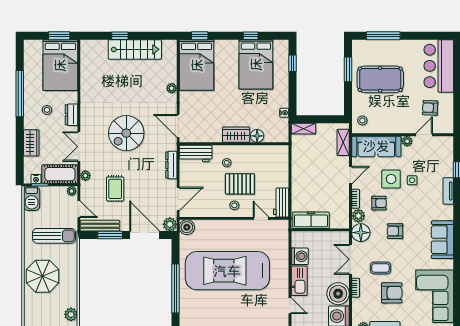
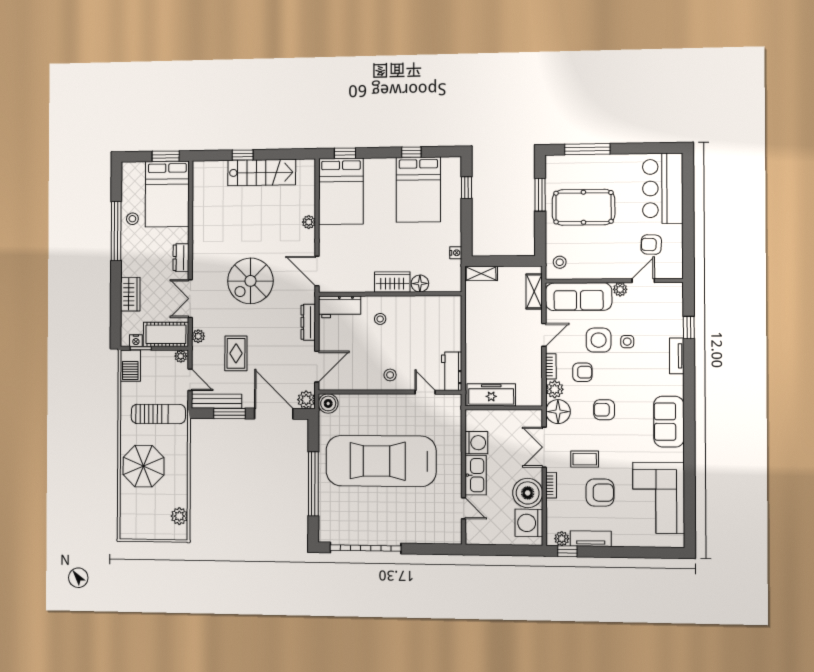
stool: (47, 110) -> (132, 219), moved
pallet: (240, 184) -> (397, 347), removed

